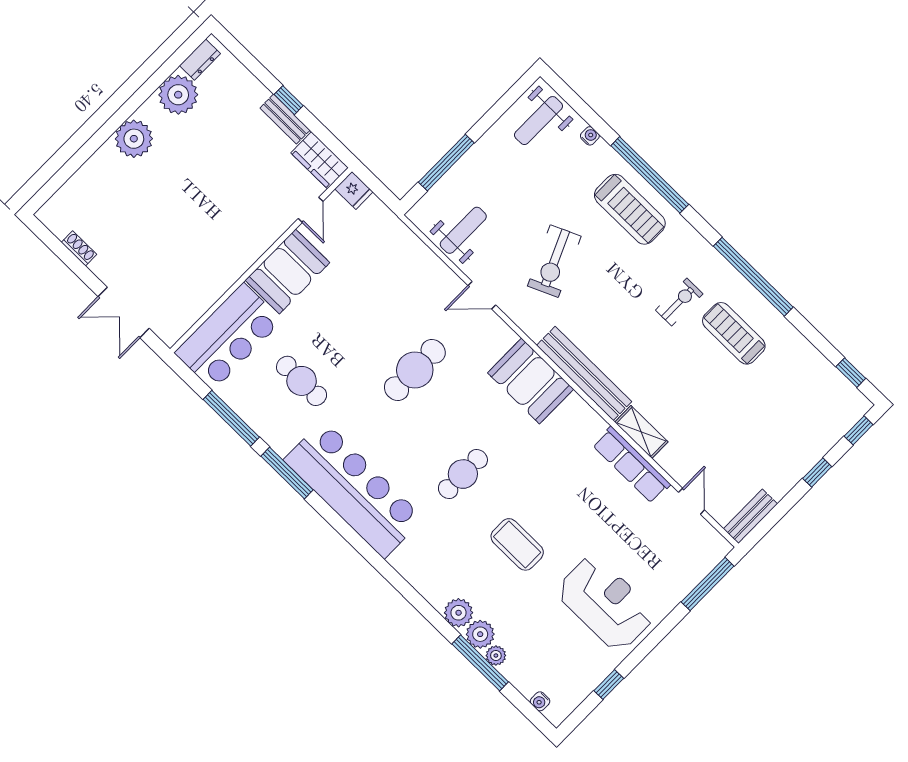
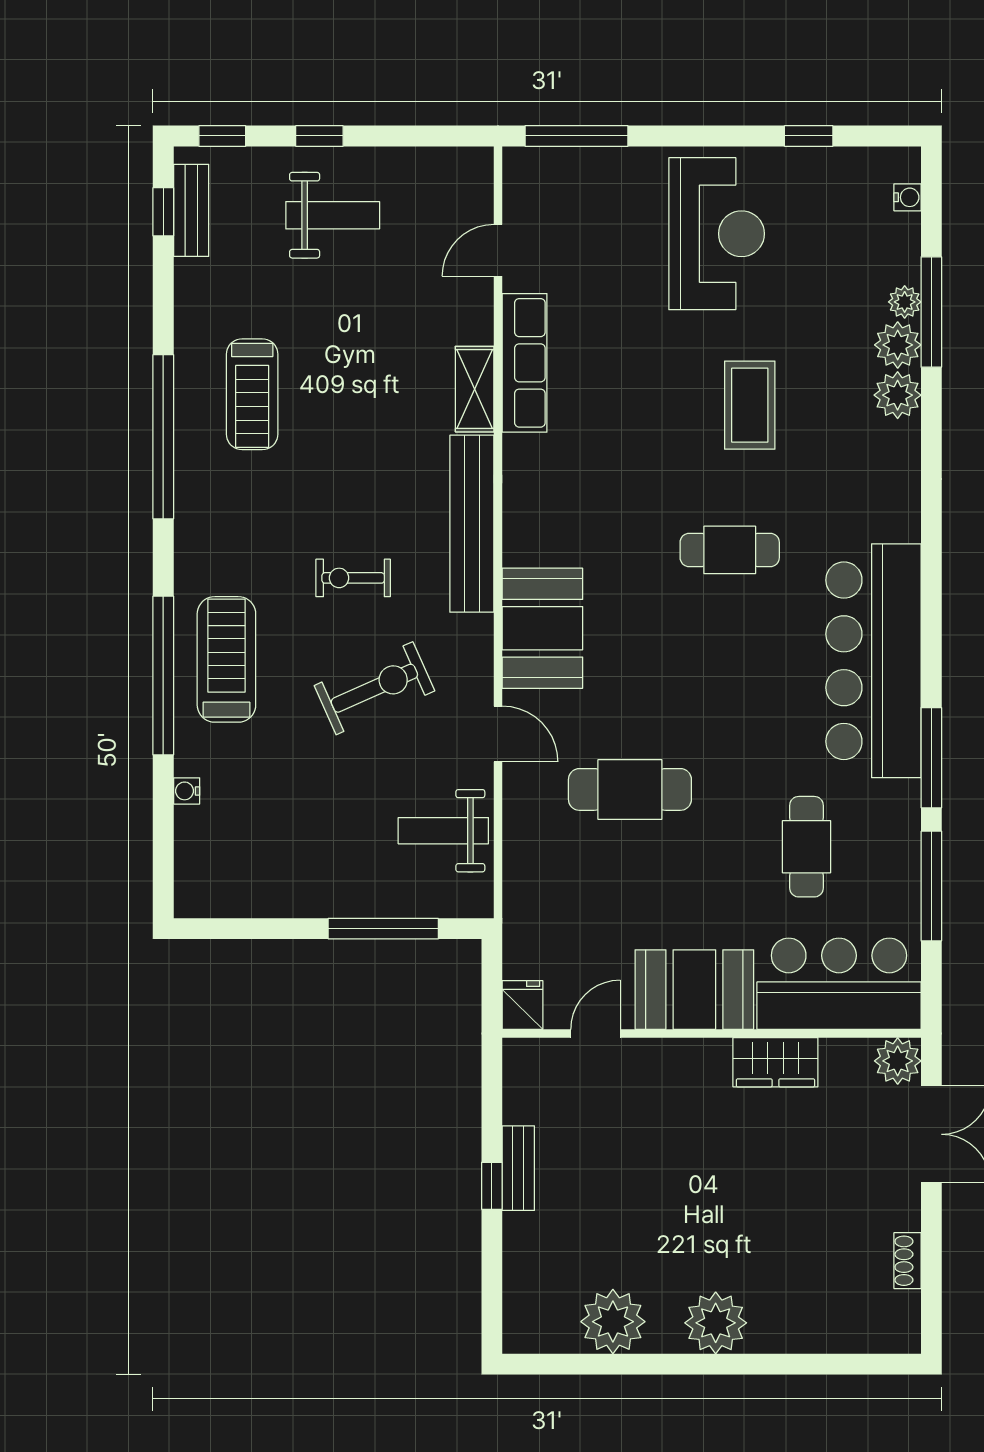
dresser: (200, 60) -> (547, 1336), removed
weight bench: (538, 121) -> (333, 215), moved
wardrobe: (320, 160) -> (775, 1062), moved, turned 90
exercise bike: (679, 302) -> (353, 578), moved
plant: (170, 329) -> (898, 1061), added
cafe table: (415, 370) -> (630, 789), moved
booth: (531, 381) -> (542, 628), moved
bench: (750, 516) -> (191, 210), moved, turned 90
reception desk: (606, 603) -> (717, 234), turned 180

